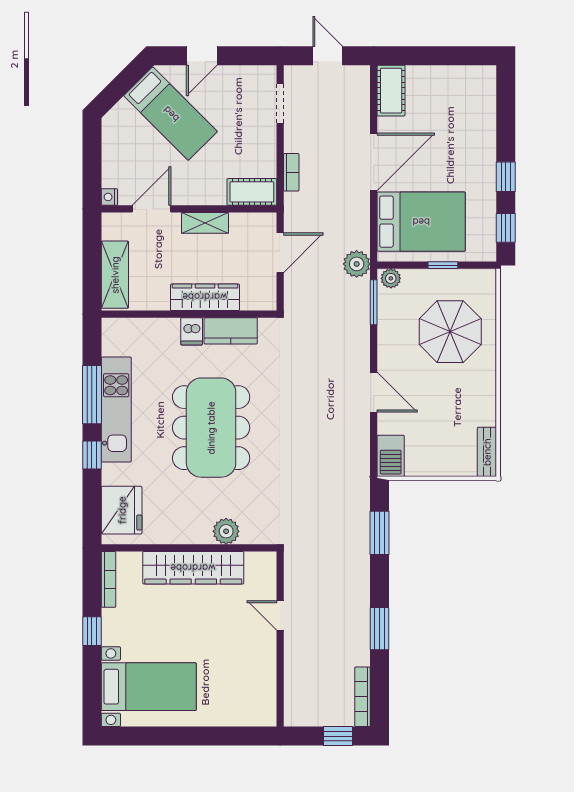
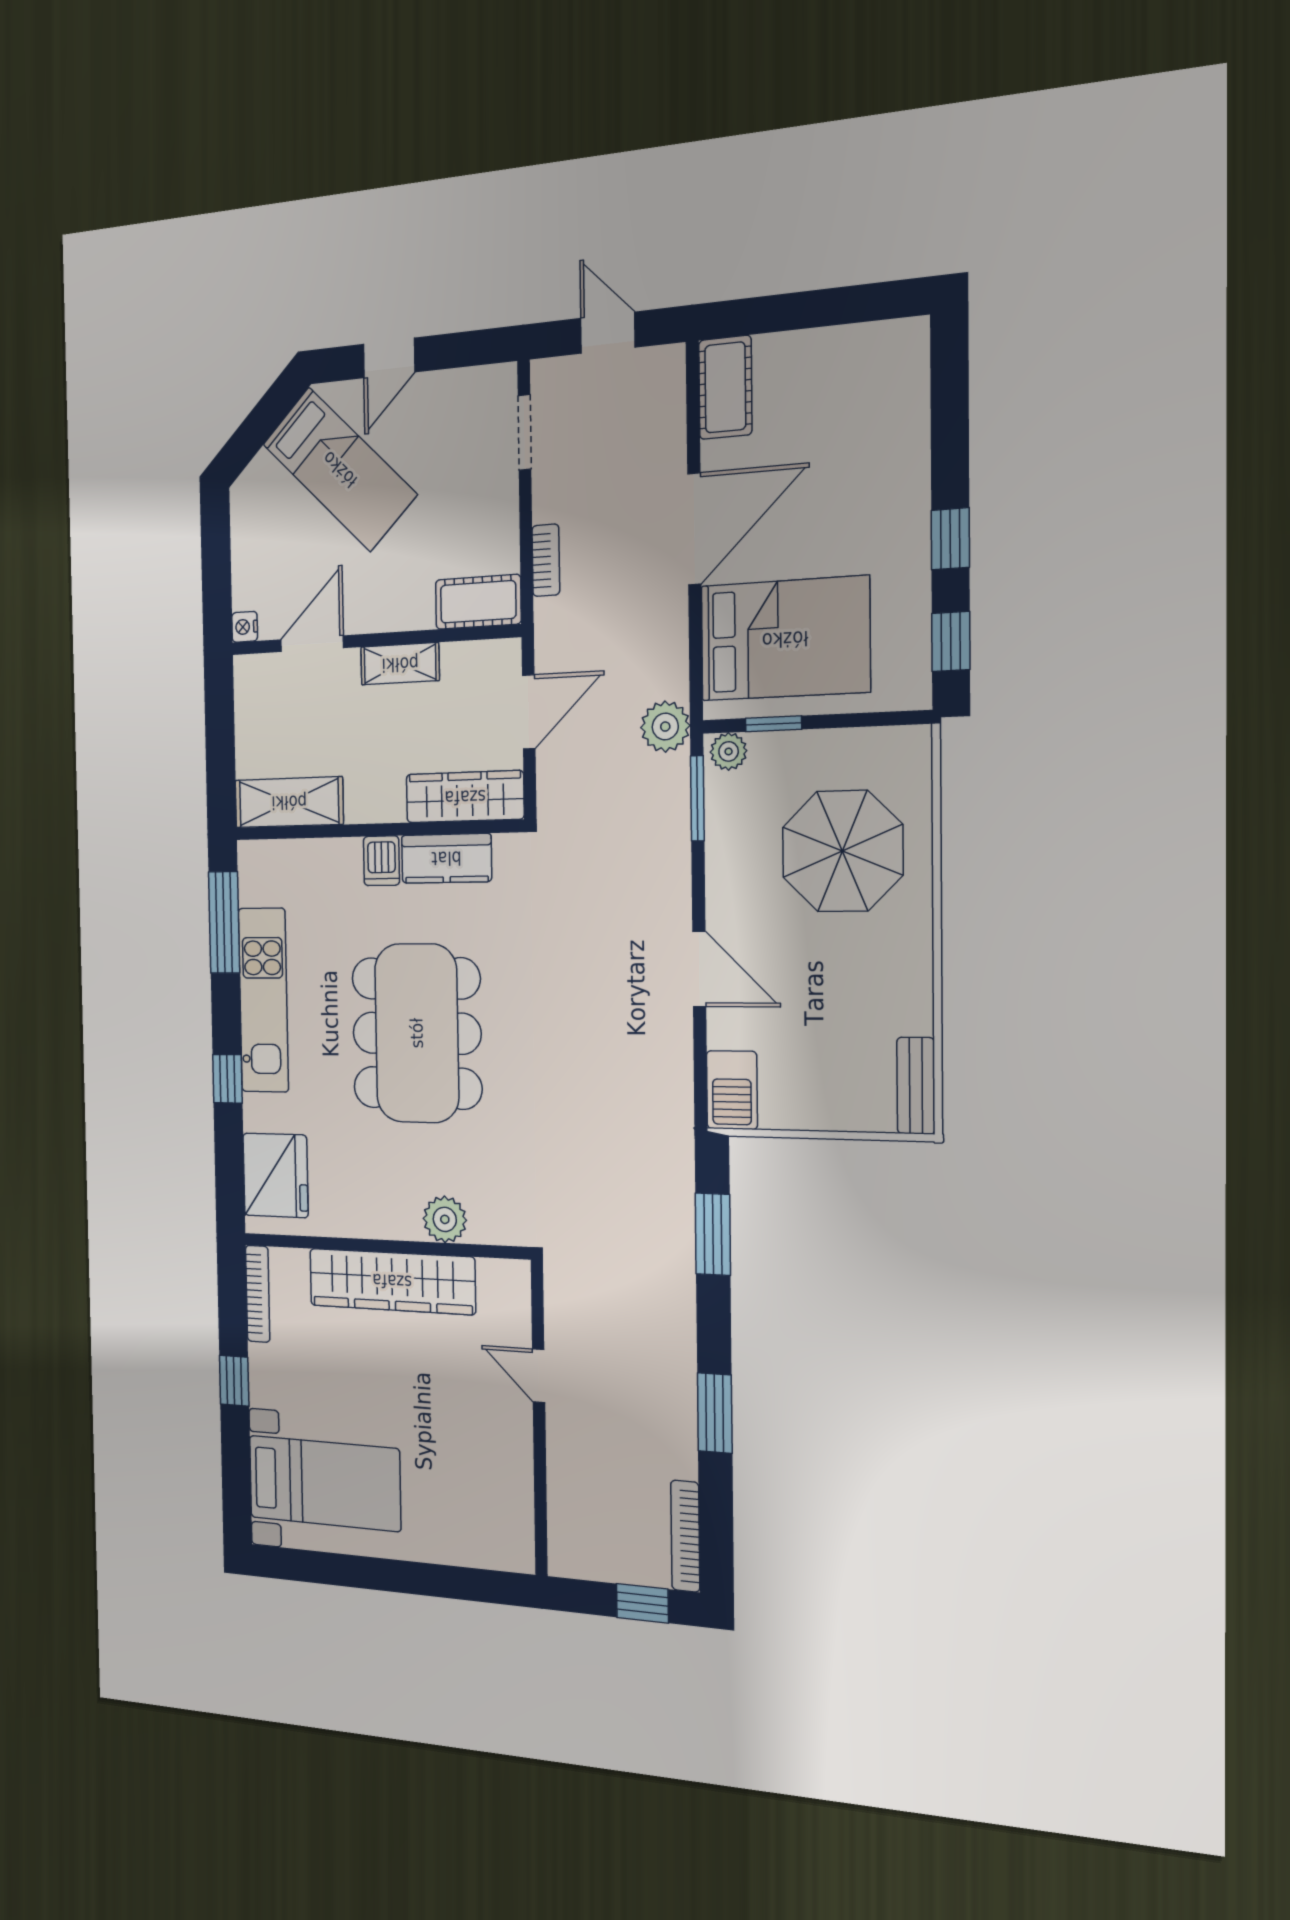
window: (443, 265) -> (773, 724), moved
shelving: (115, 275) -> (289, 802), moved, turned 90
wardrobe: (205, 297) -> (465, 797), moved
window: (92, 395) -> (224, 922), moved

